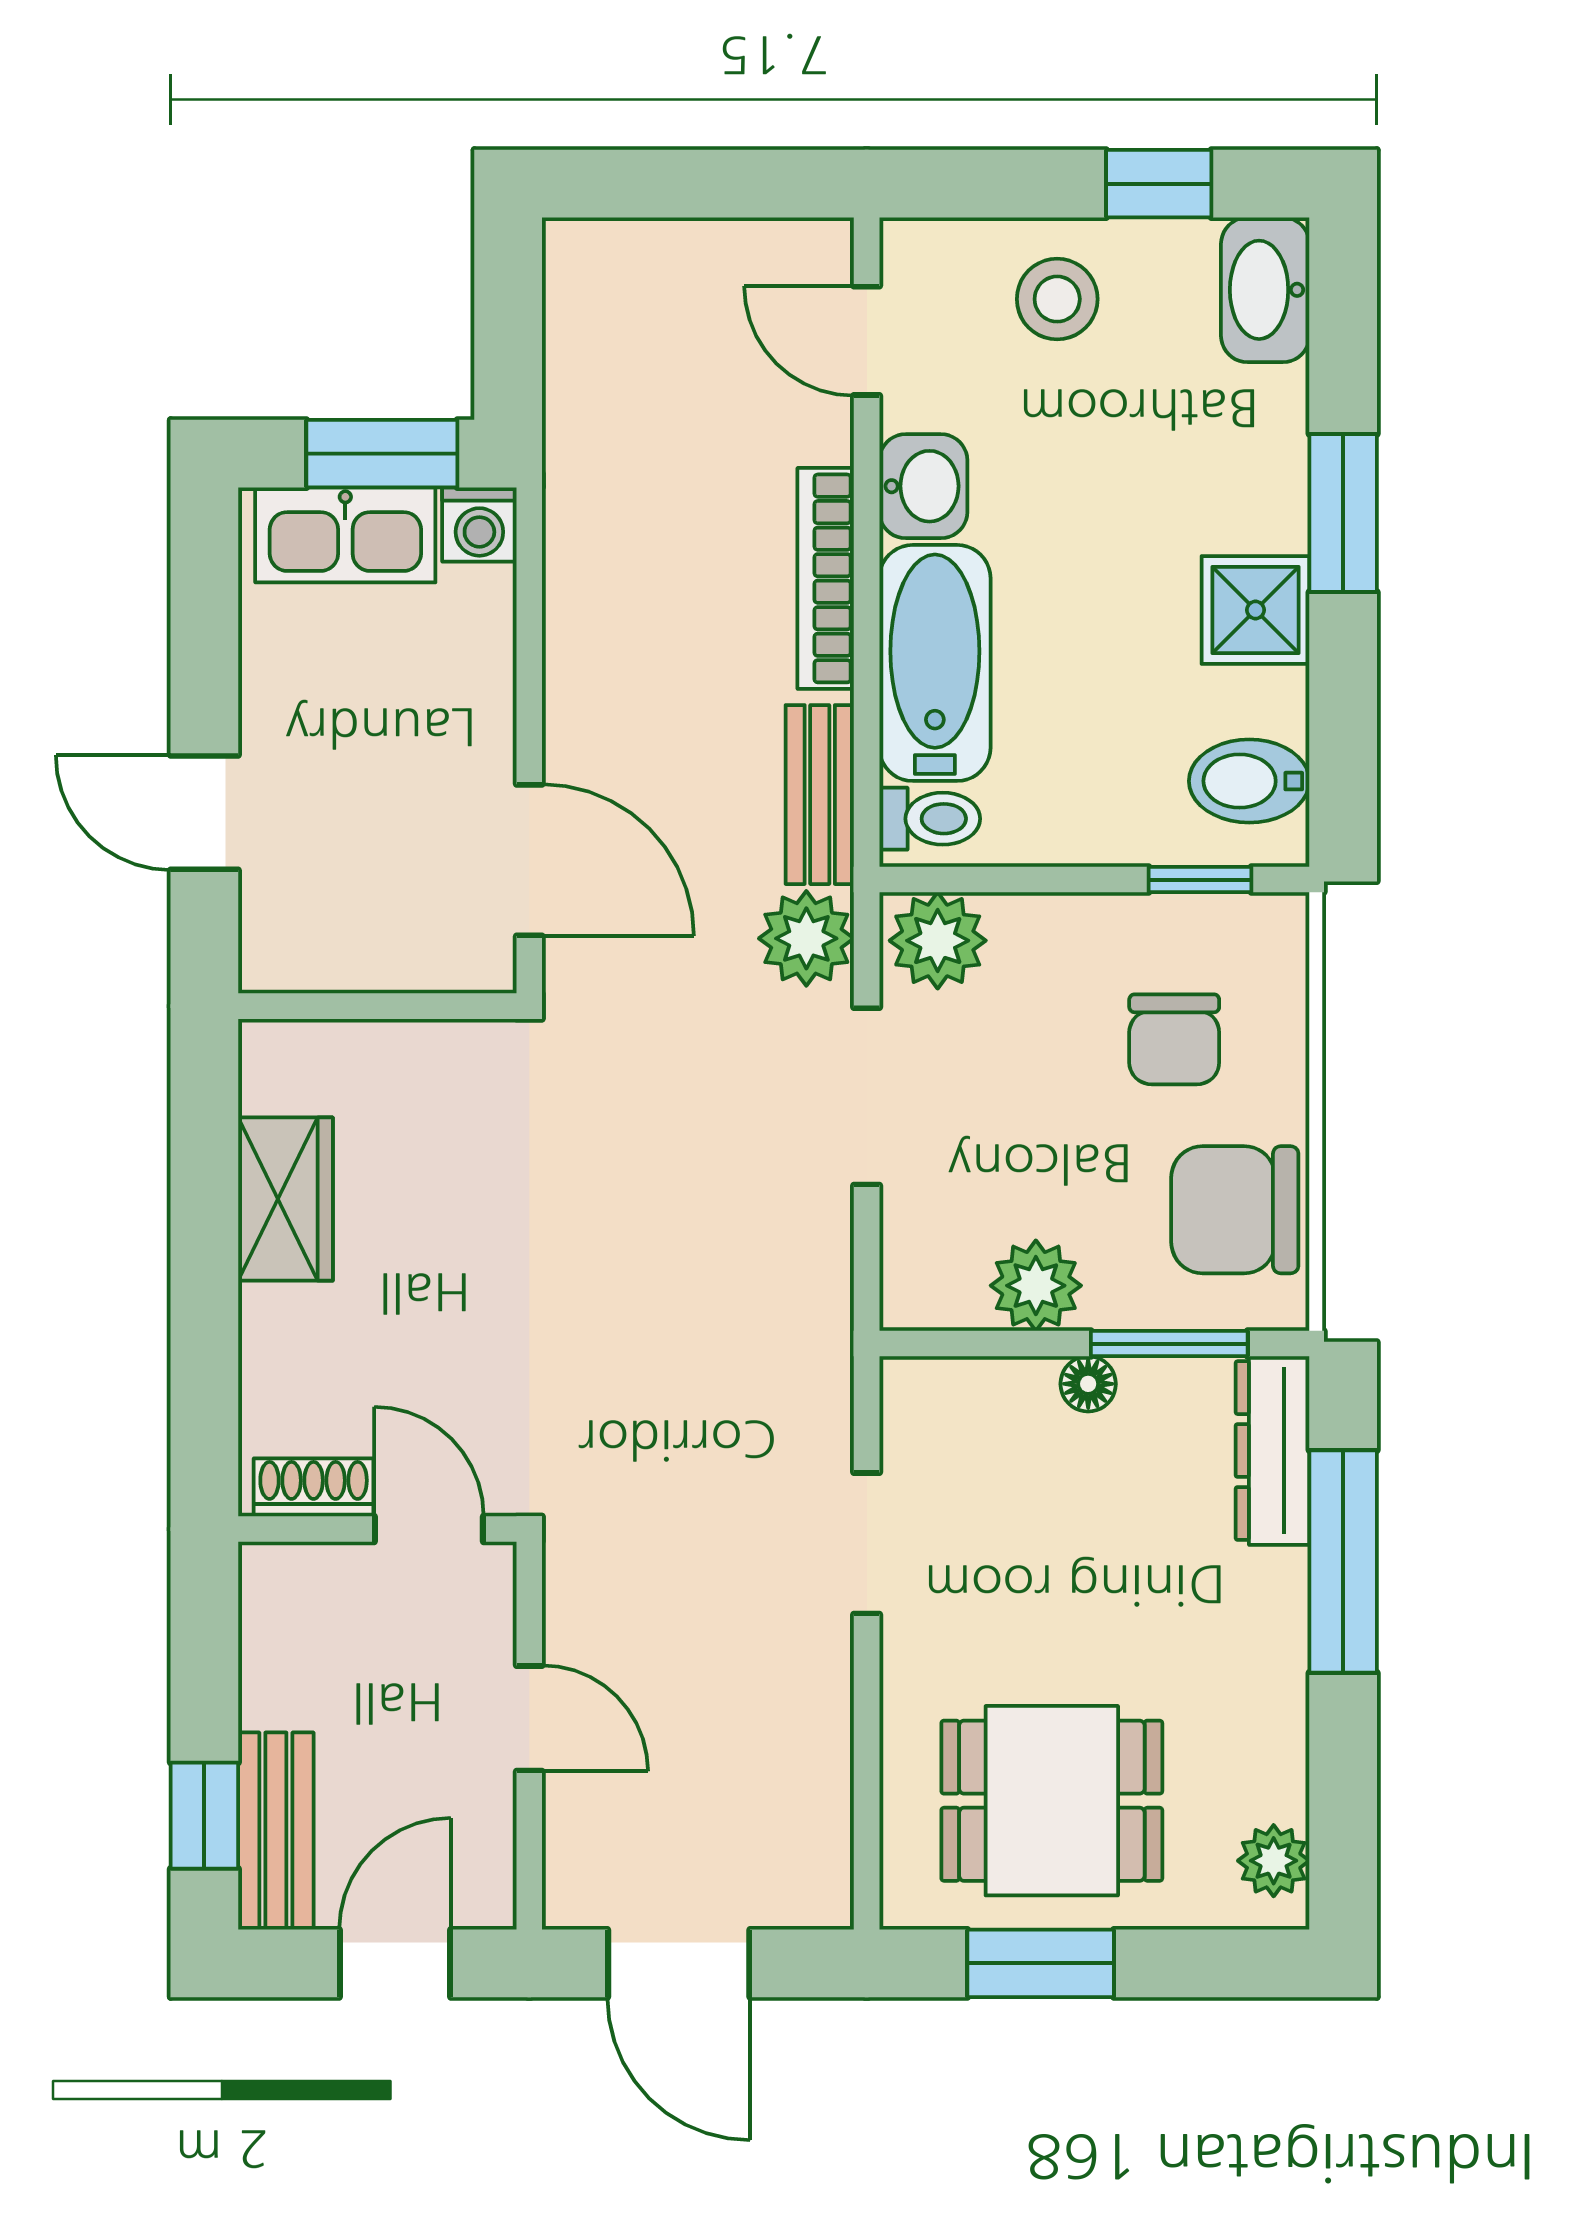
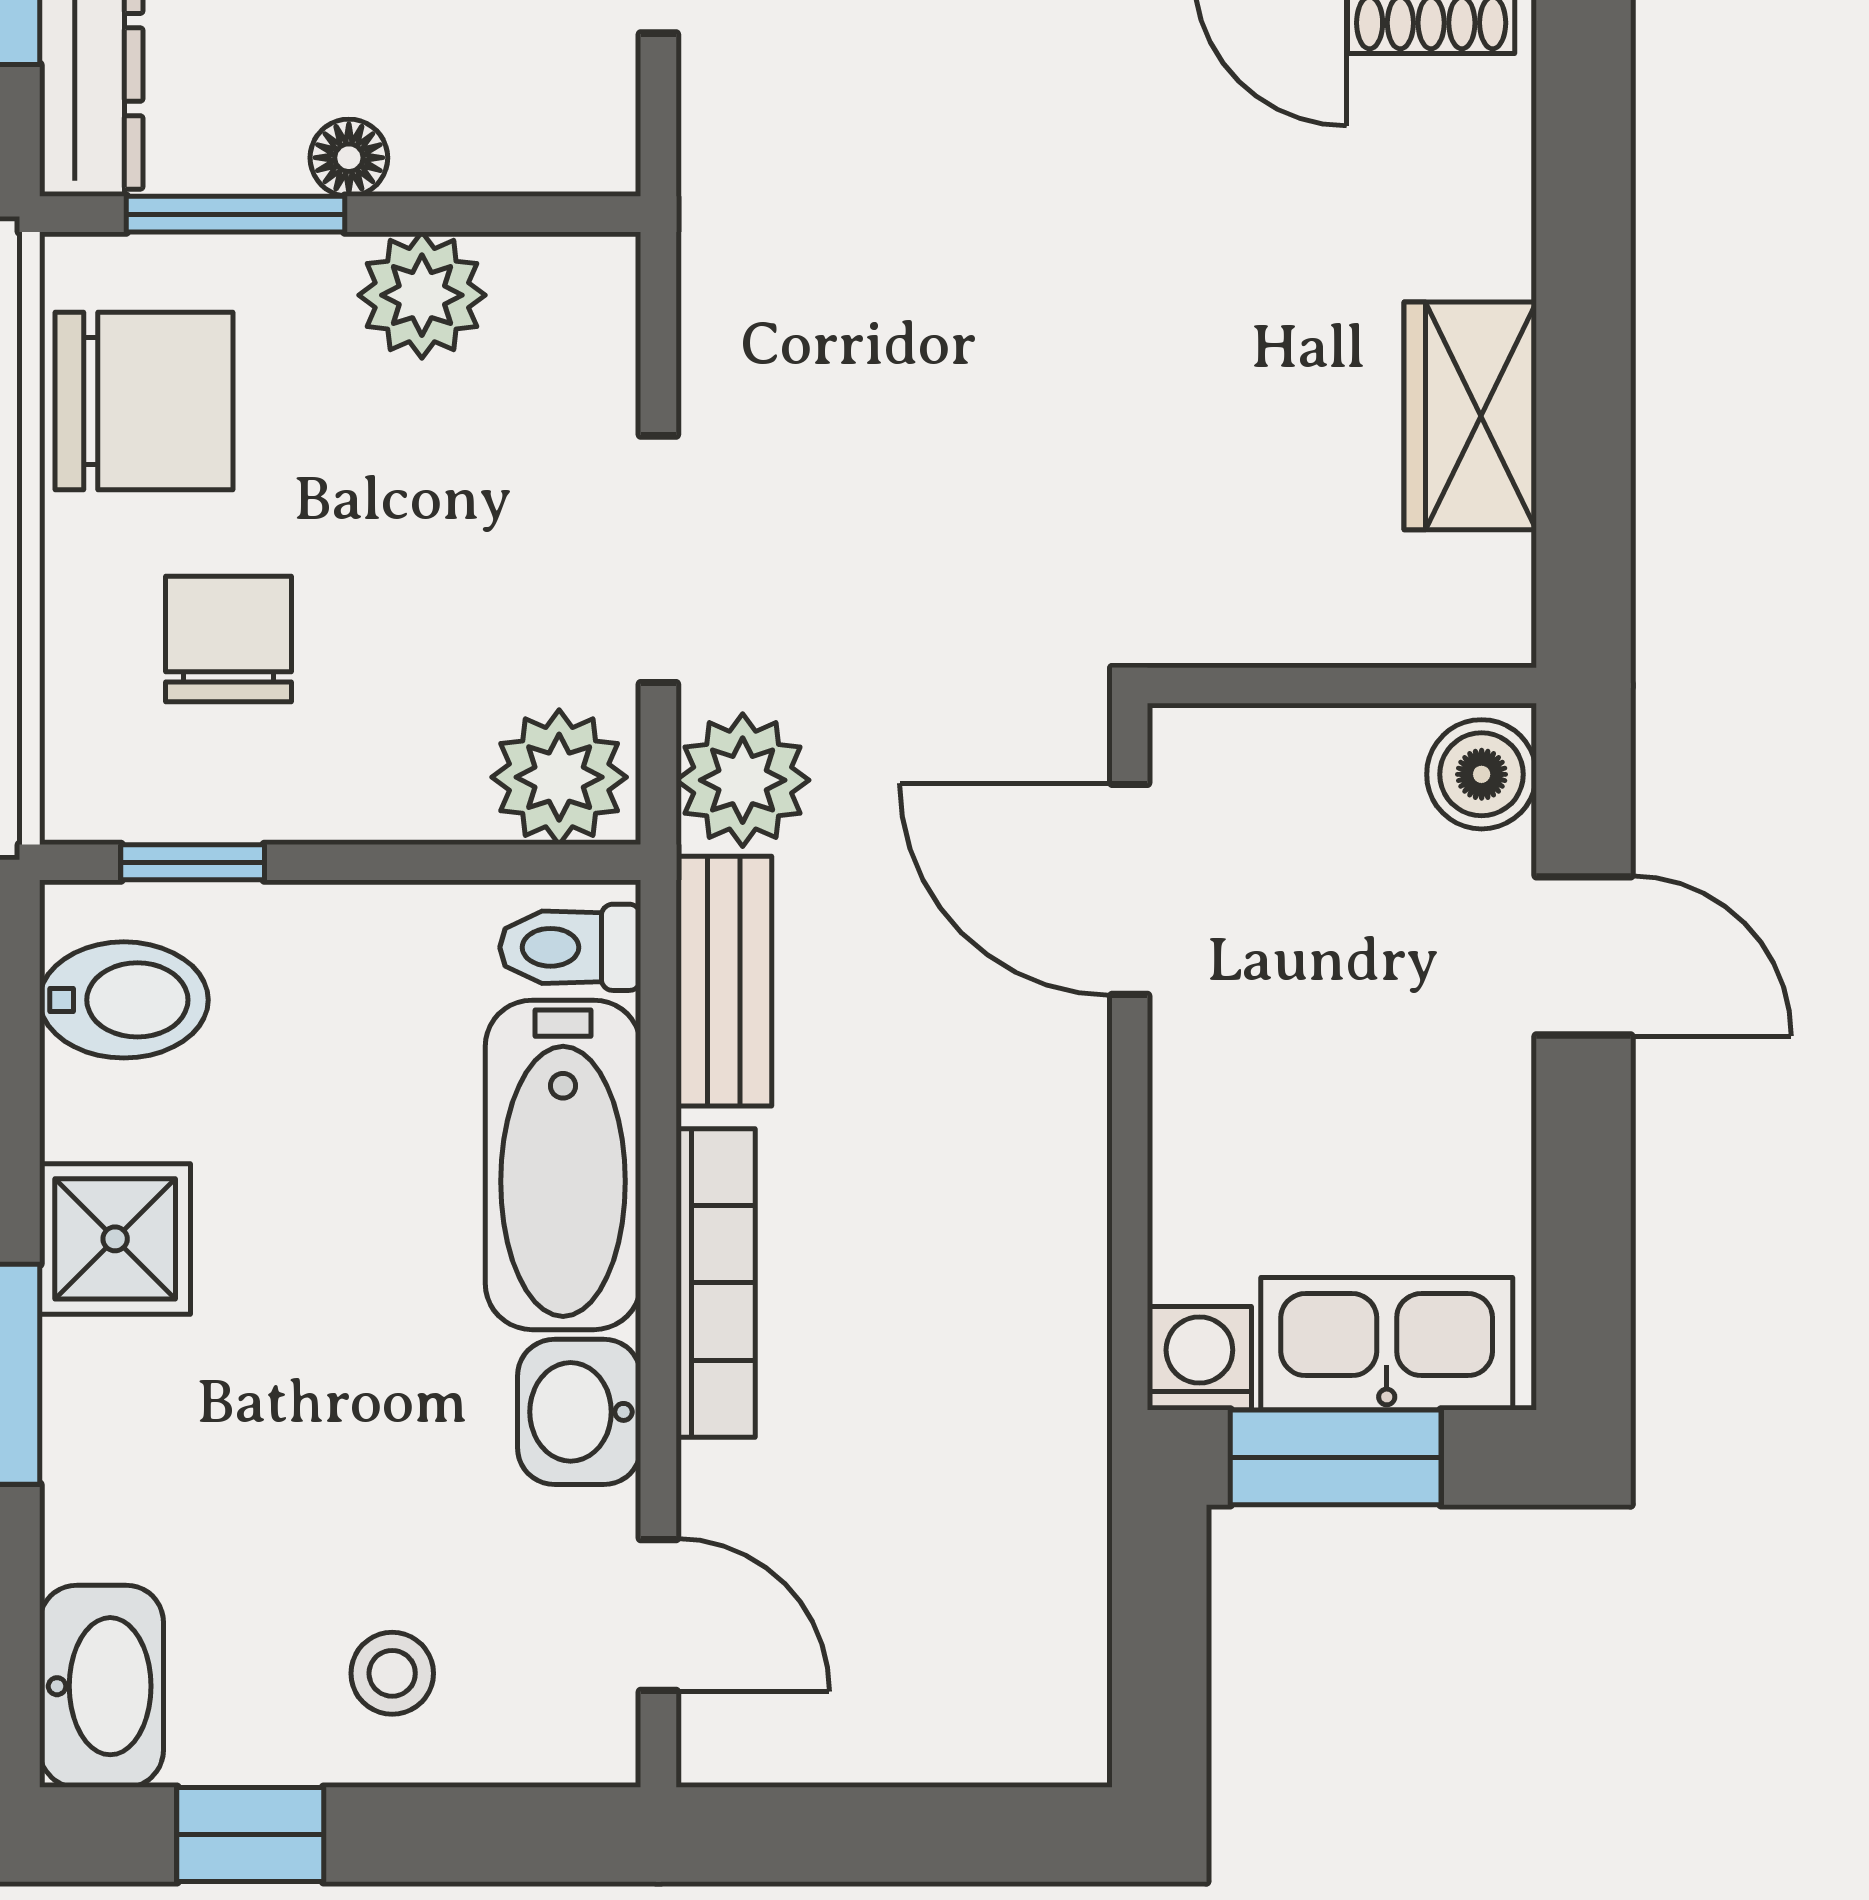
stool: (1057, 299) -> (392, 1673), width x0.73, depth x0.73
boiler: (277, 943) -> (1482, 774), added

